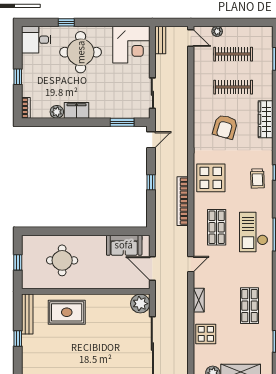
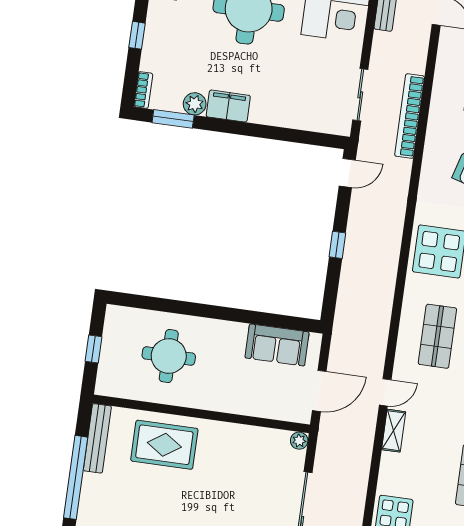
window: (122, 122) -> (173, 119), moved
bookcase: (183, 201) -> (410, 116), moved
door: (152, 269) -> (319, 391), swing flipped
shelving: (199, 300) -> (394, 431), moved
plant: (140, 304) -> (299, 441), width x0.53, depth x0.53
window: (18, 338) -> (76, 477), width x3.17

